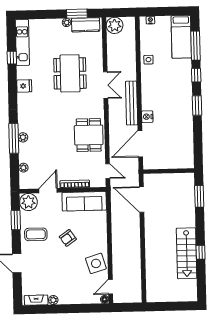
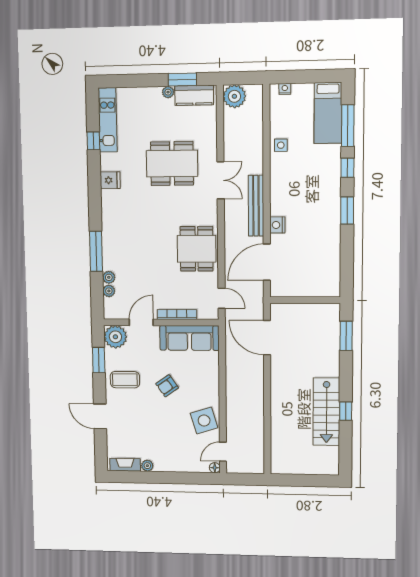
dining table: (70, 73) -> (172, 164), turned 90
plant: (23, 137) -> (109, 277), moved

